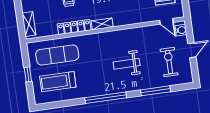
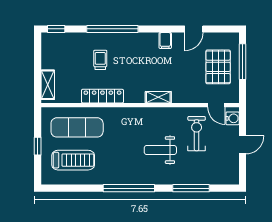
shelving: (102, 24) -> (158, 97), moved
exercise bike: (169, 62) -> (197, 134), moved
treadmill: (58, 82) -> (73, 160), turned 180

